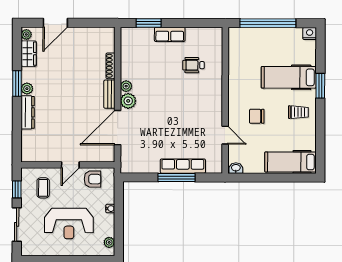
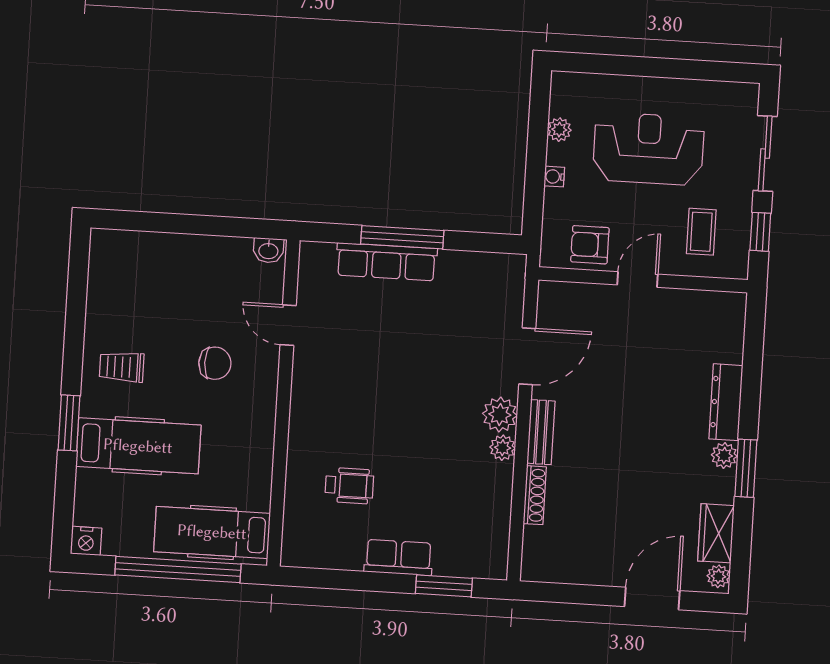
door: (118, 128) -> (527, 356), width x0.73
hospital bed: (291, 162) -> (212, 532), moved, turned 180
plant: (109, 242) -> (559, 130), moved

